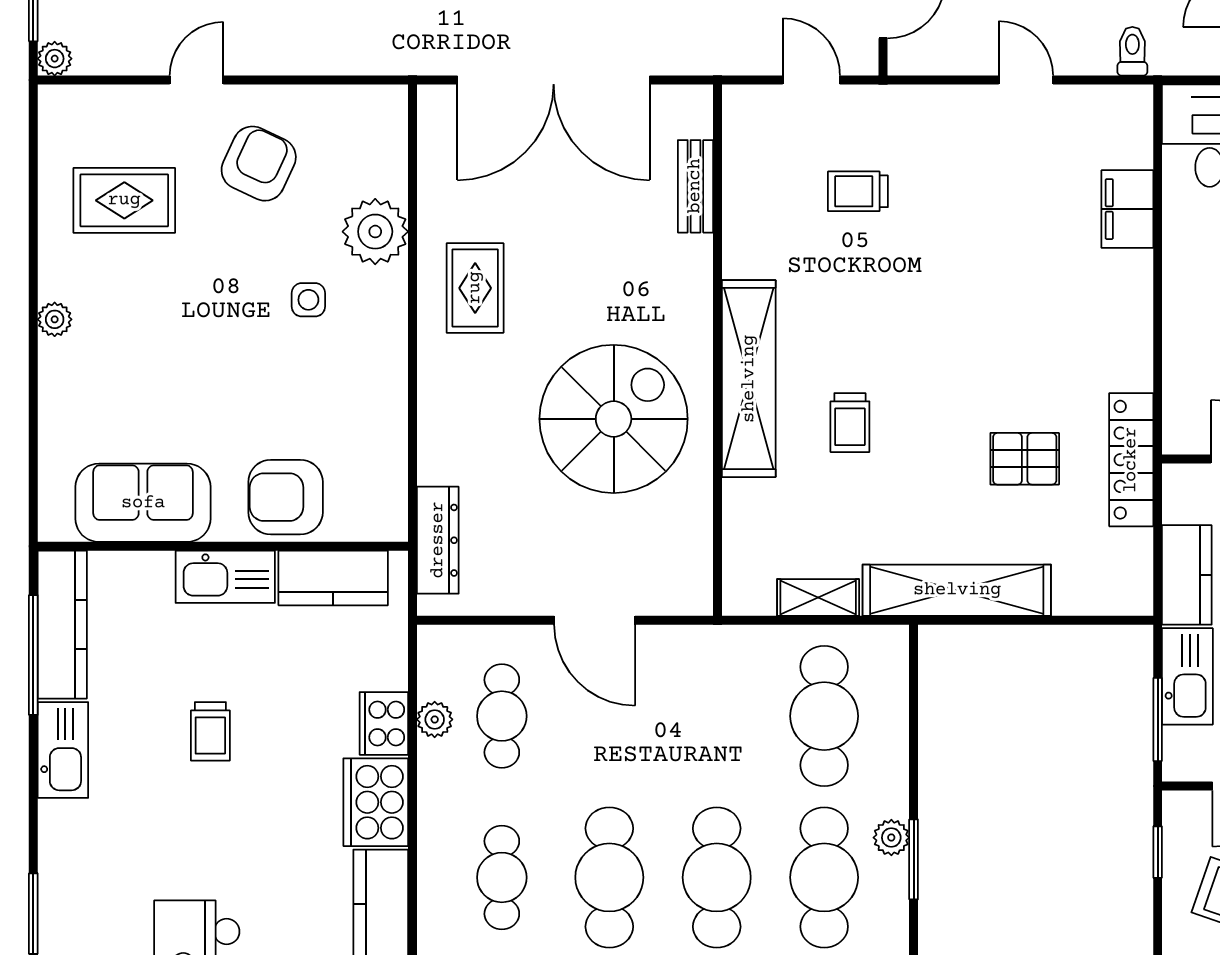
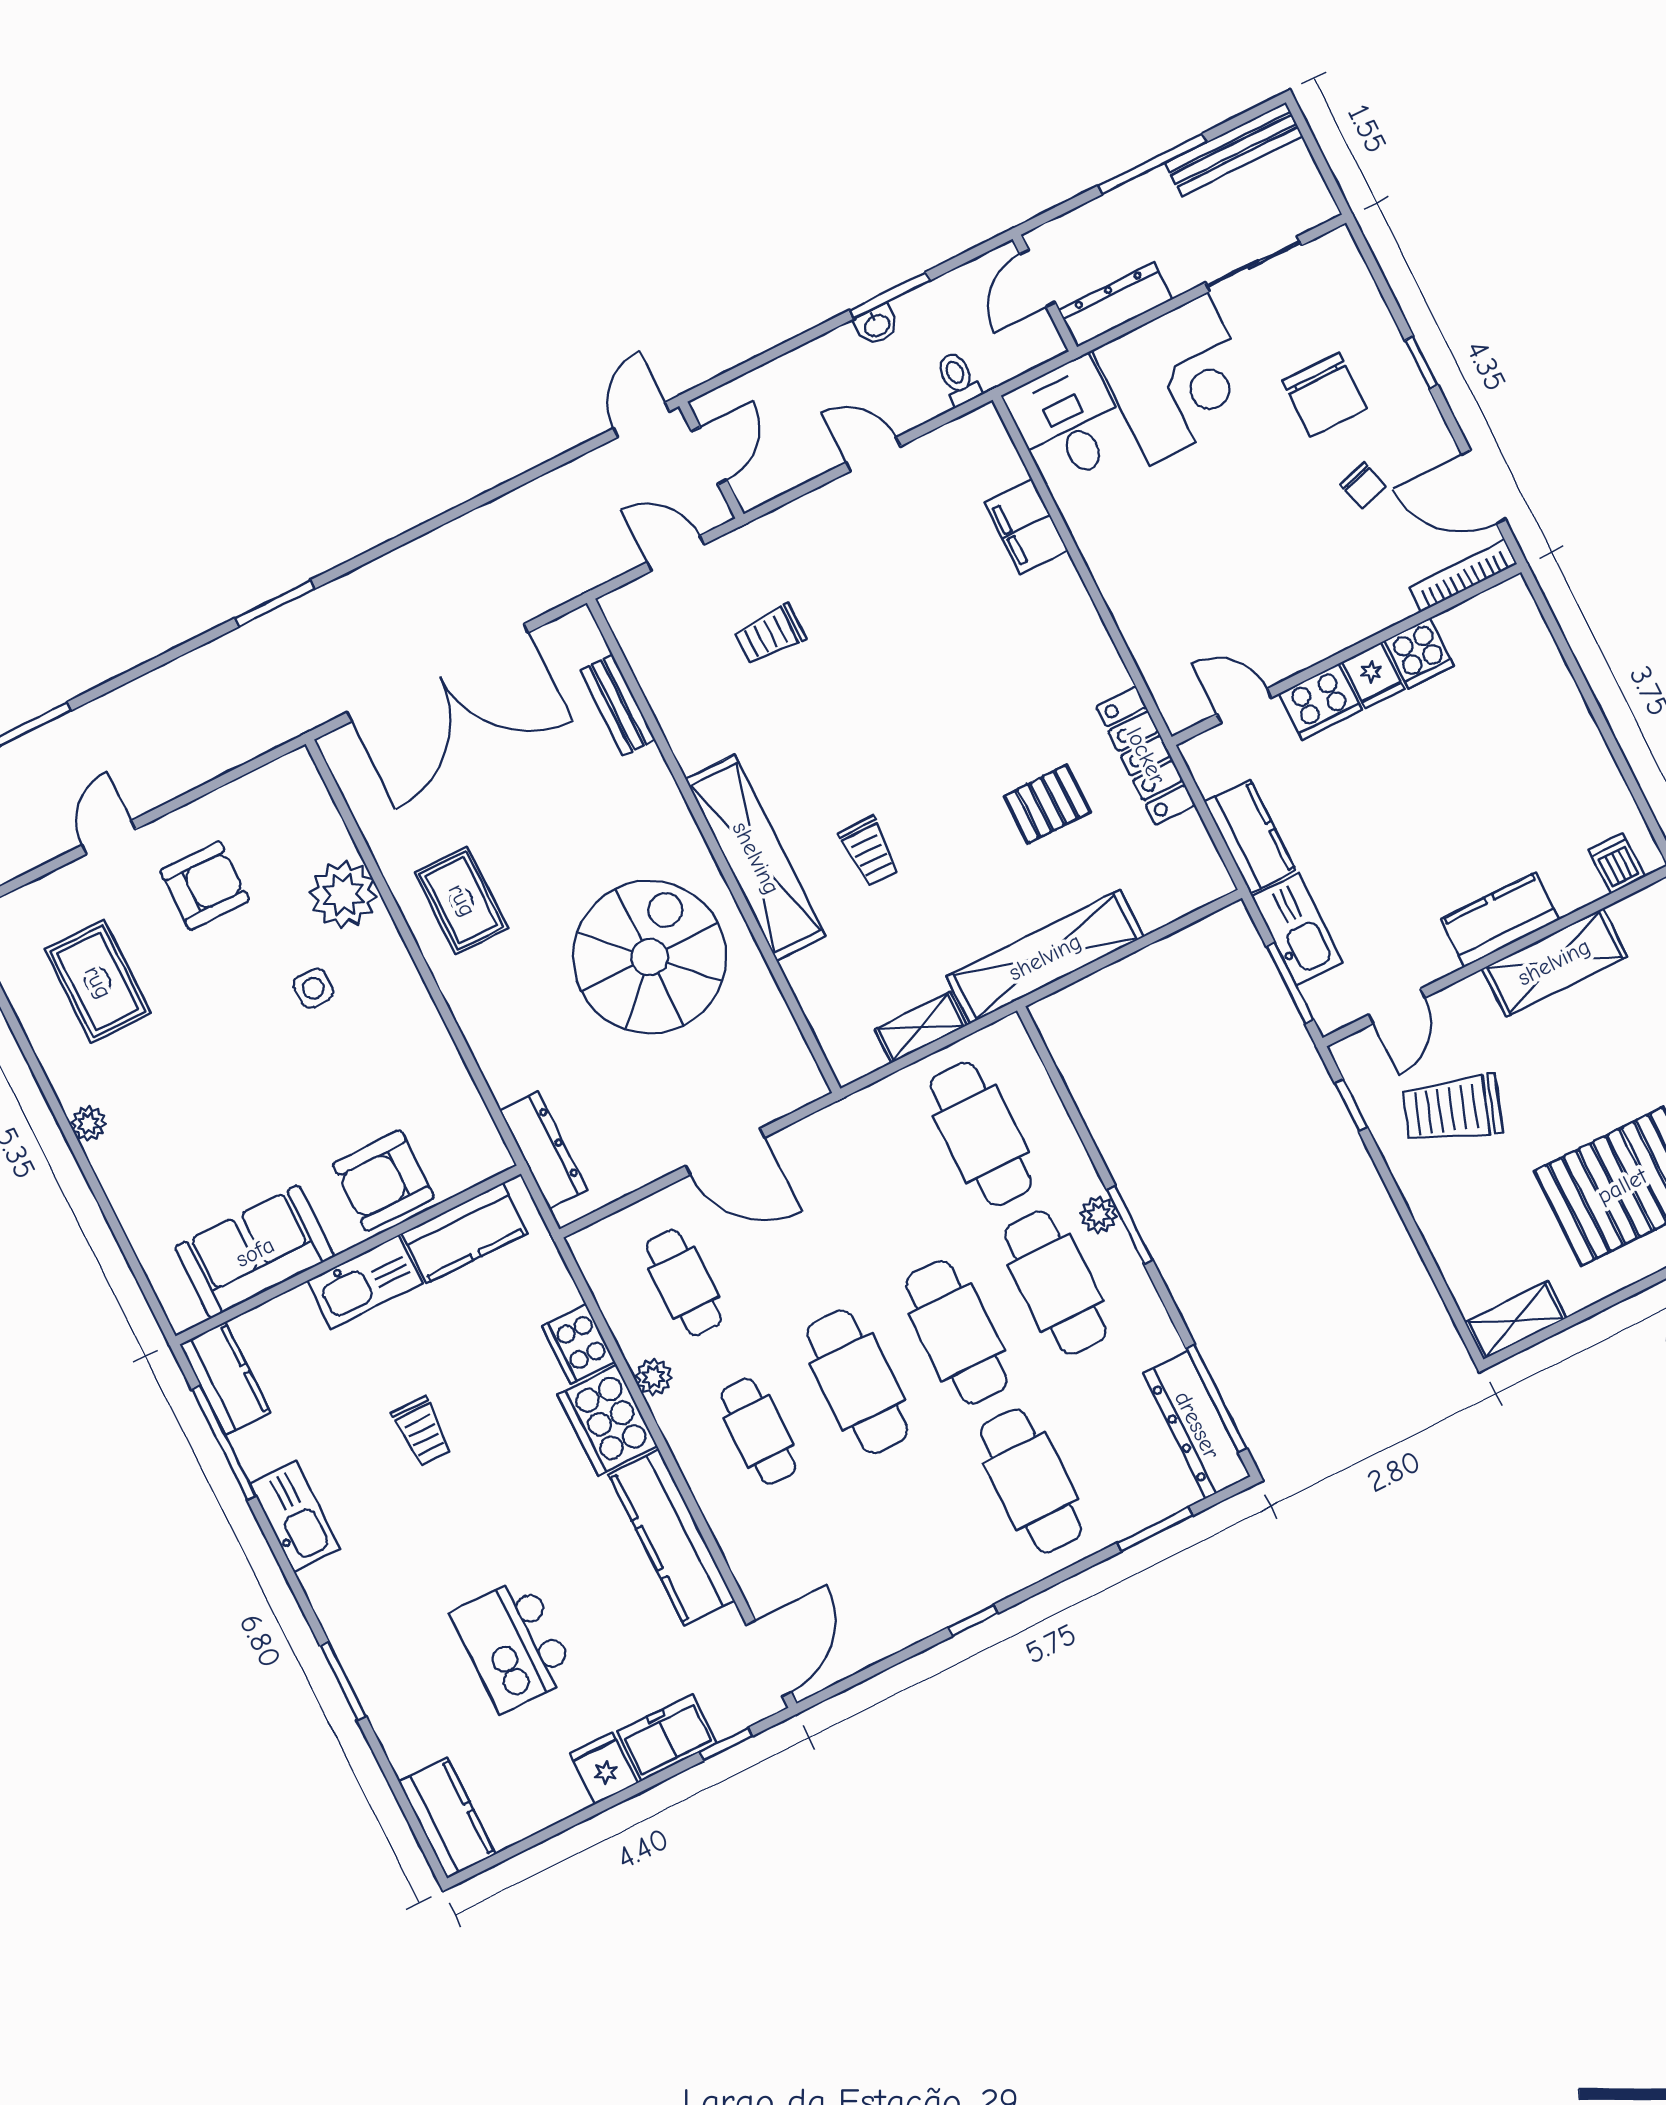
armchair: (259, 164) -> (205, 886), turned 65
rug: (124, 200) -> (98, 982), turned 90
kitchen counter: (62, 625) -> (225, 1378), width x0.67
plant: (435, 719) -> (654, 1377), moved

